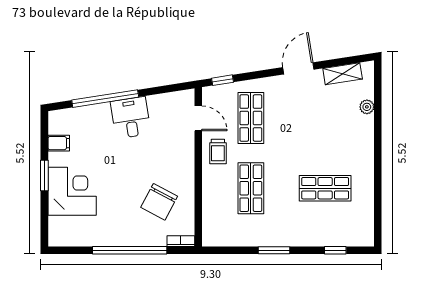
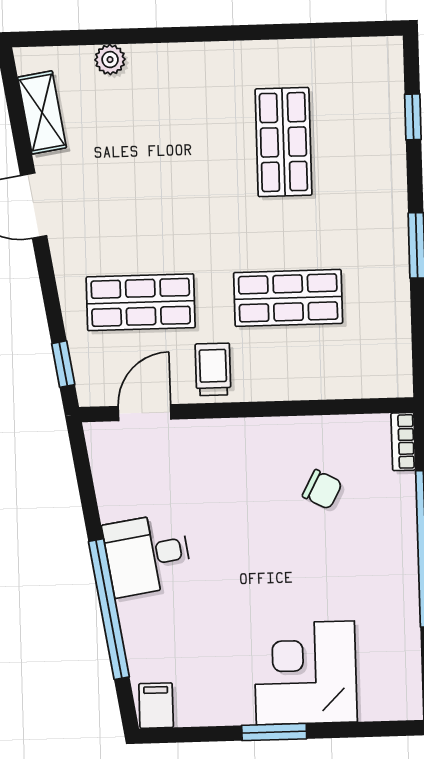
filing cabinet: (59, 143) -> (156, 706), moved
trolley: (218, 151) -> (213, 369), turned -90
chair: (159, 202) -> (322, 489), width x0.54, depth x0.54

